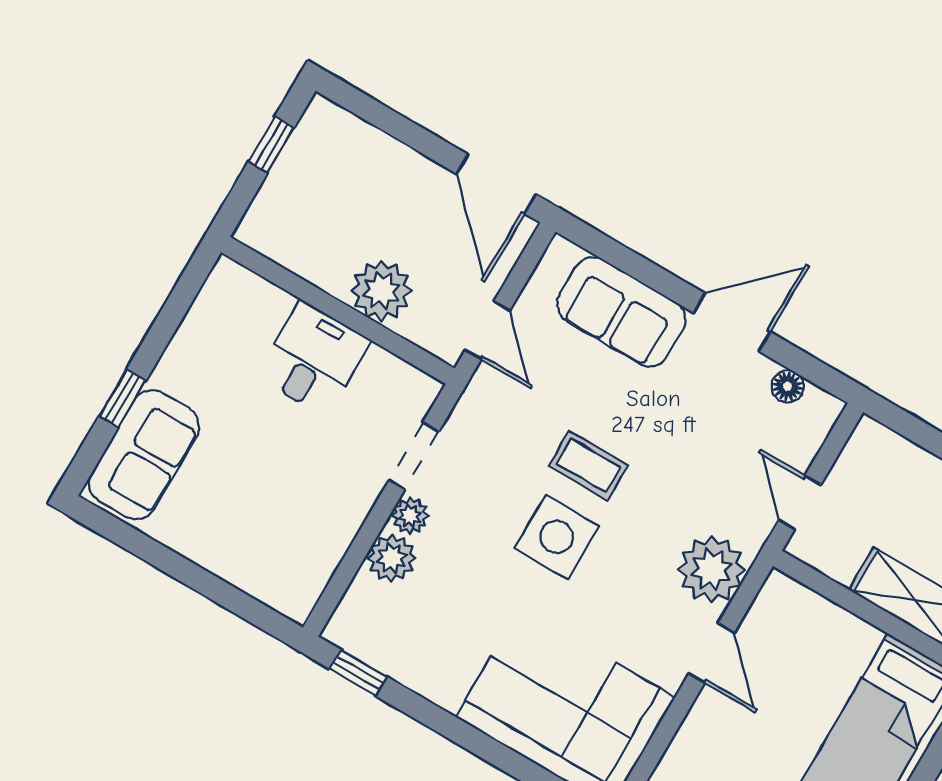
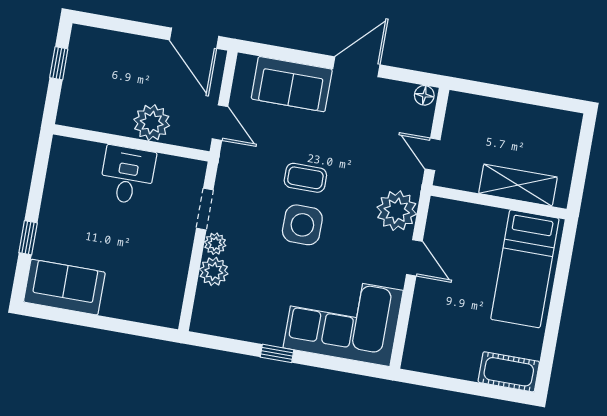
floor lamp: (788, 386) -> (424, 95), moved
sofa: (144, 455) -> (64, 287), moved, turned -90
window: (358, 673) -> (277, 353), moved

